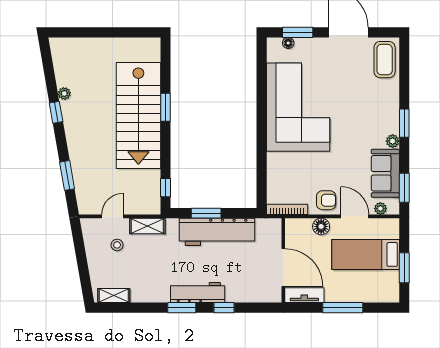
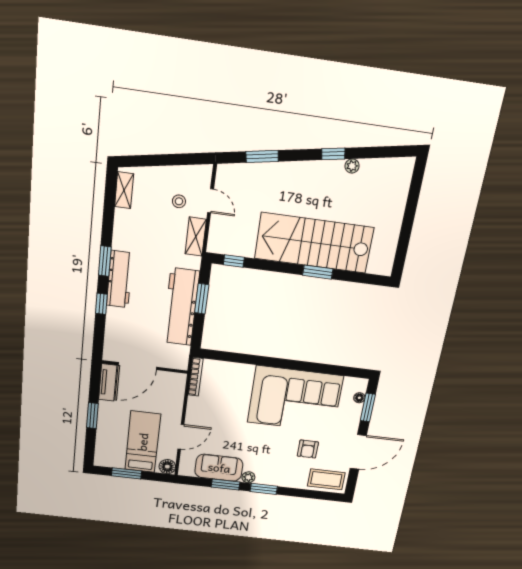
window: (404, 188) -> (225, 485), moved
armchair: (326, 200) -> (308, 449), moved
plant: (380, 209) -> (186, 460), removed
floor lamp: (321, 226) -> (167, 467), moved
window: (343, 308) -> (92, 416), width x0.69

